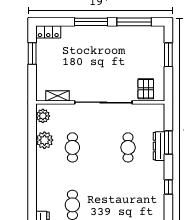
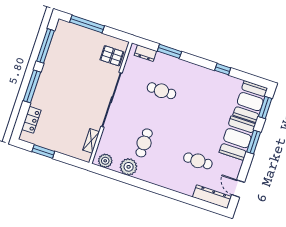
locker: (48, 32) -> (31, 120), moved
window: (168, 55) -> (87, 24), width x1.44
dresser: (159, 146) -> (145, 53), moved, width x0.70
cafe table: (72, 147) -> (144, 143), turned 90
window: (168, 187) -> (223, 69), moved

